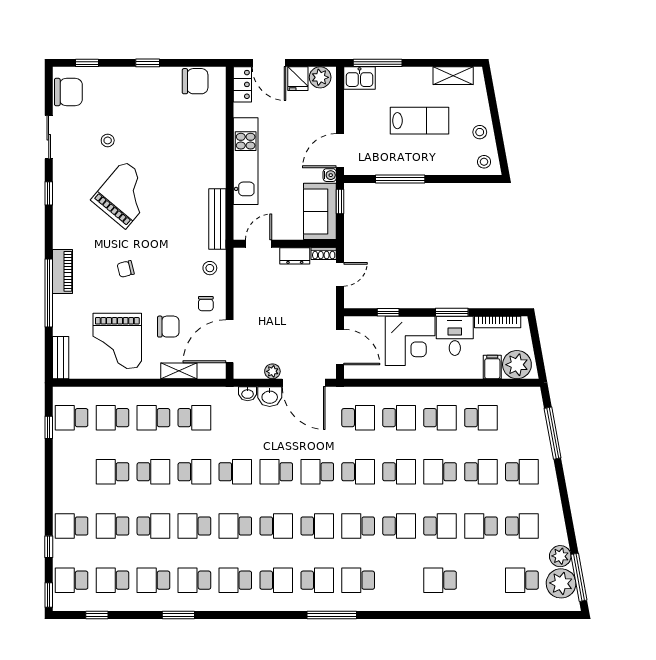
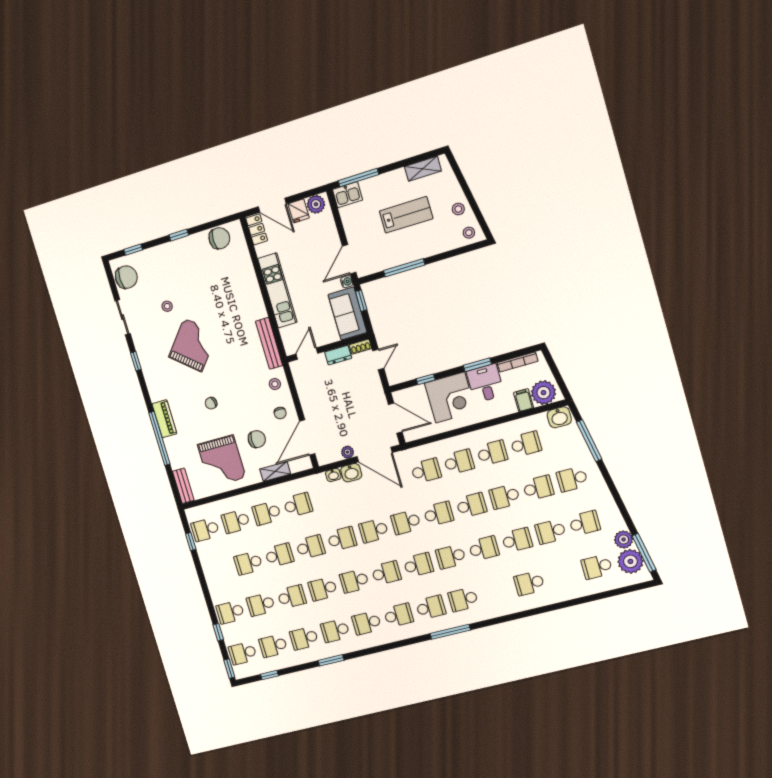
washbasin: (527, 397) -> (559, 417), added
school desk: (522, 472) -> (572, 479), turned 180

